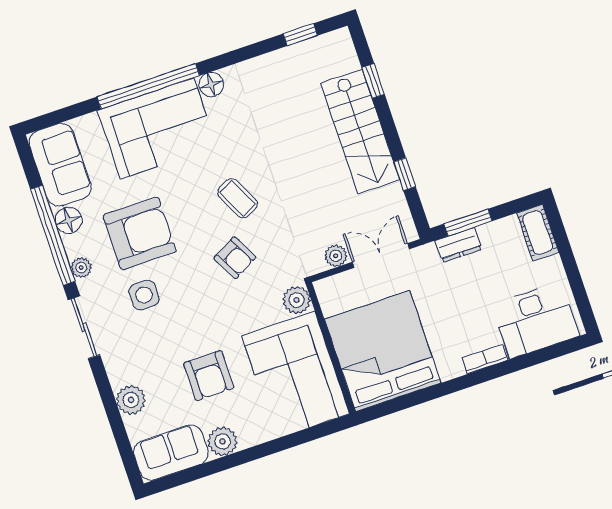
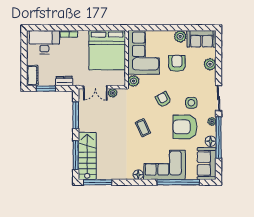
window: (300, 35) -> (98, 182), width x2.17
window: (373, 81) -> (76, 155), width x2.17
window: (148, 86) -> (178, 182), moved
stairs: (360, 132) -> (87, 156), moved
window: (405, 174) -> (76, 115), width x2.17
window: (468, 222) -> (46, 88), moved
armchair: (235, 258) -> (163, 99), moved

